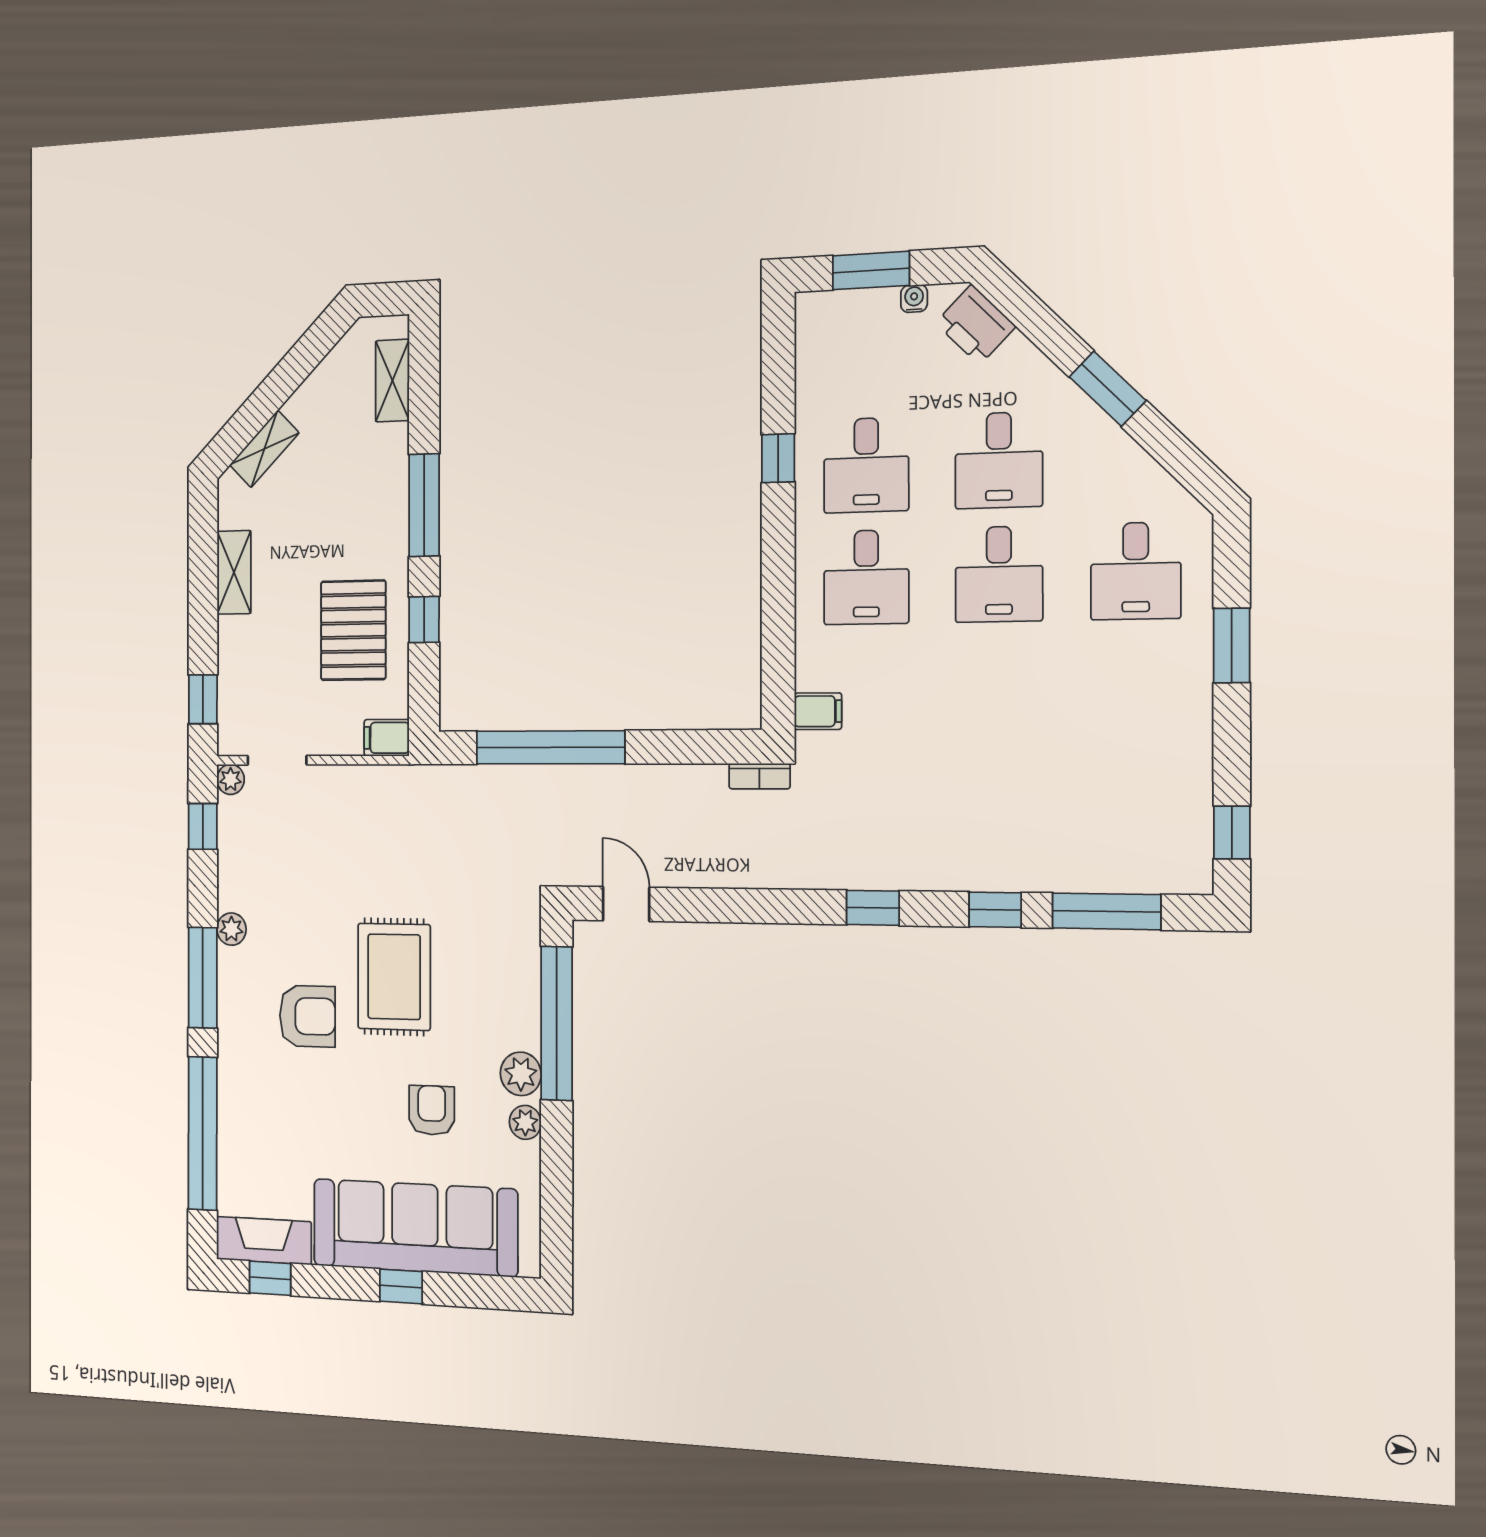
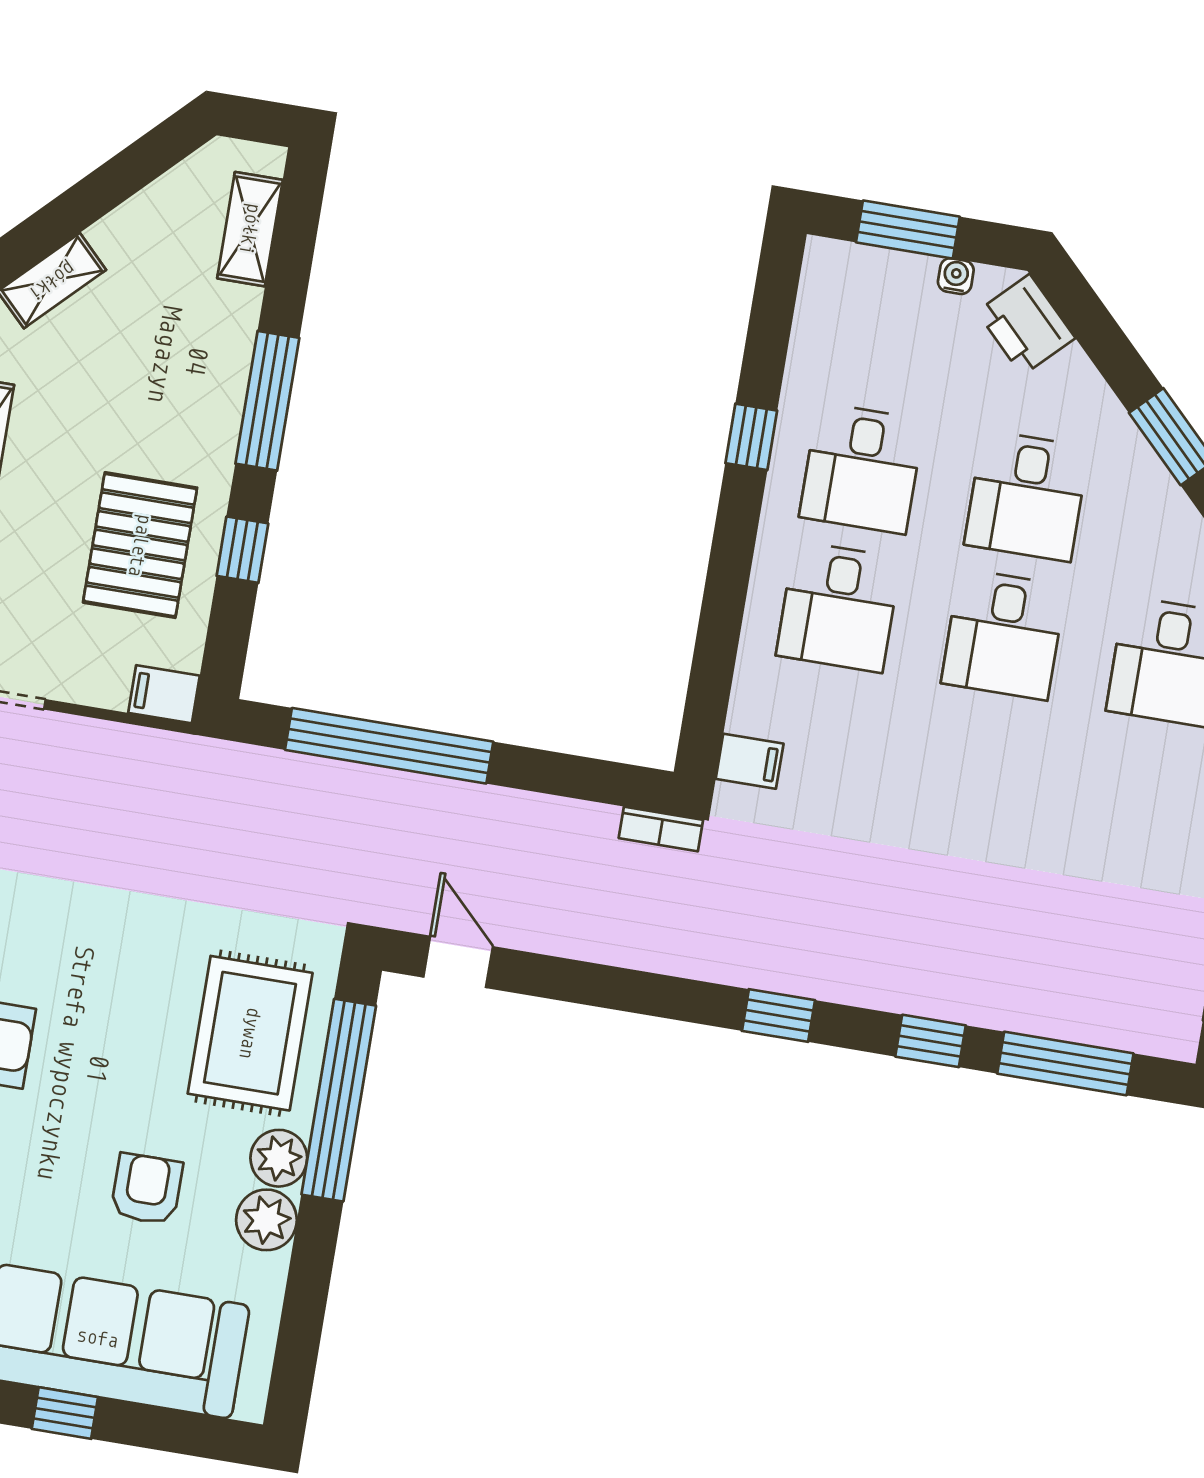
rug: (394, 977) -> (250, 1033), moved
plant: (525, 1122) -> (266, 1220), width x1.38, depth x1.38

